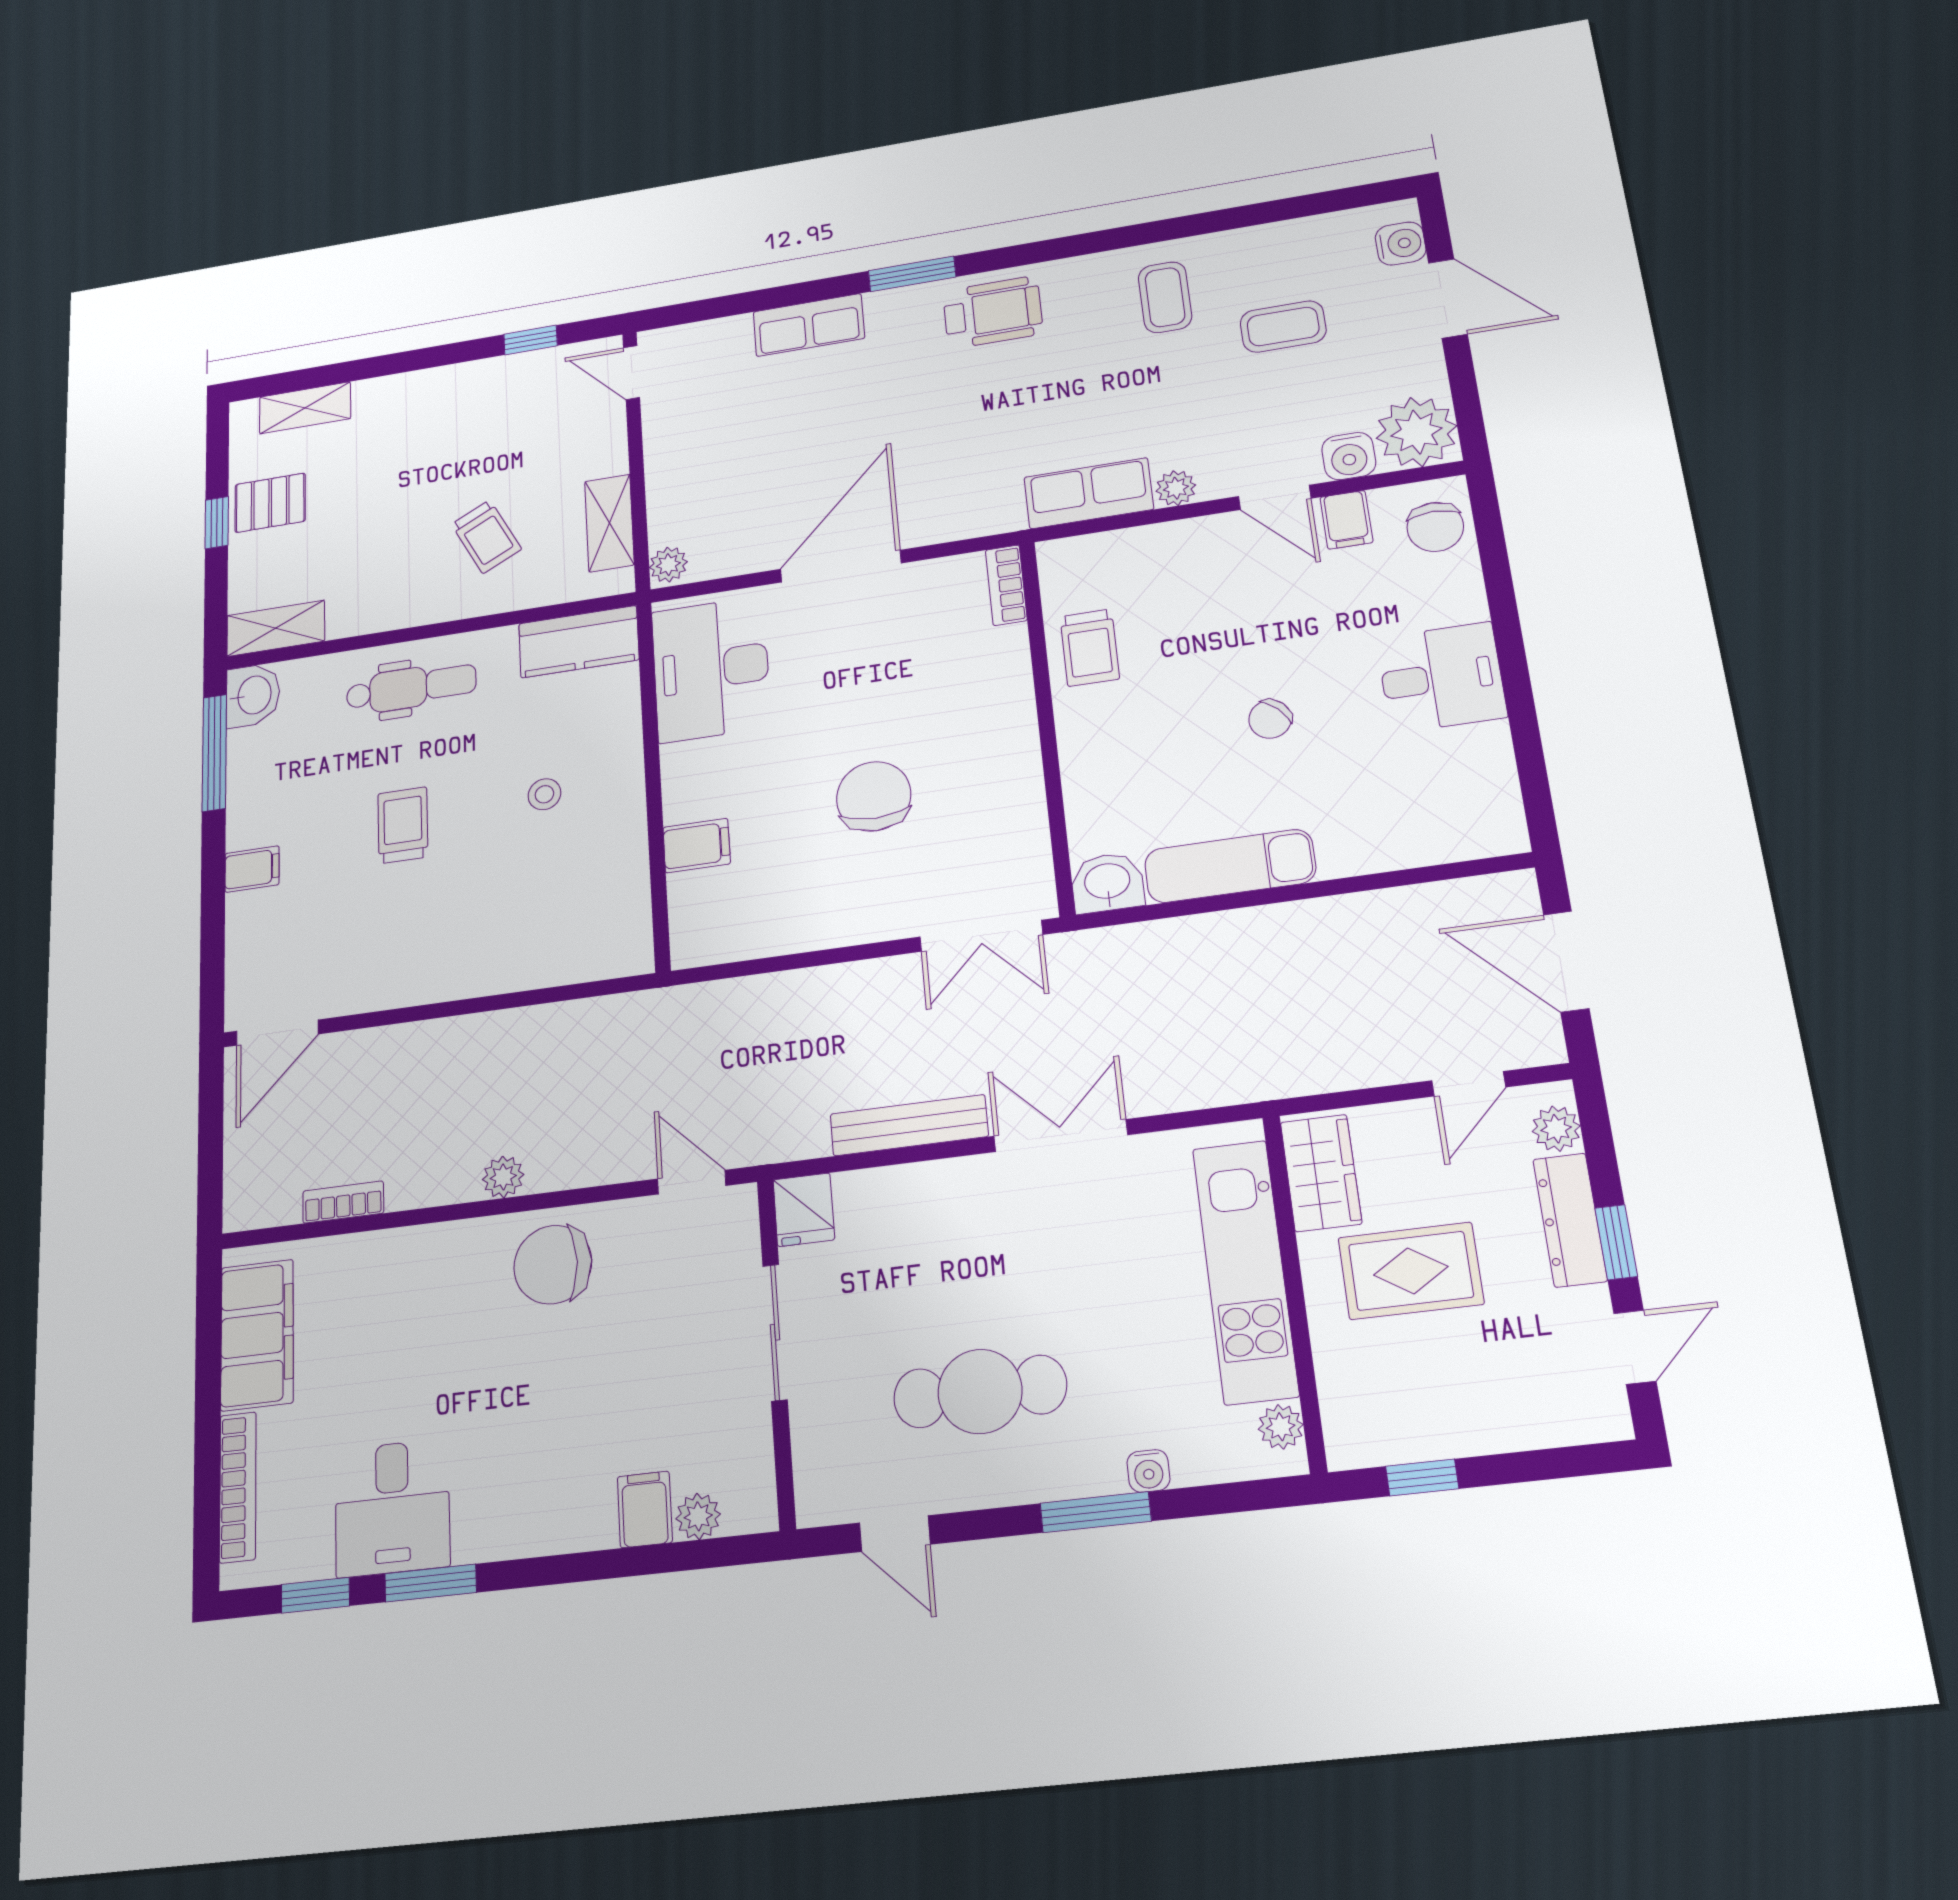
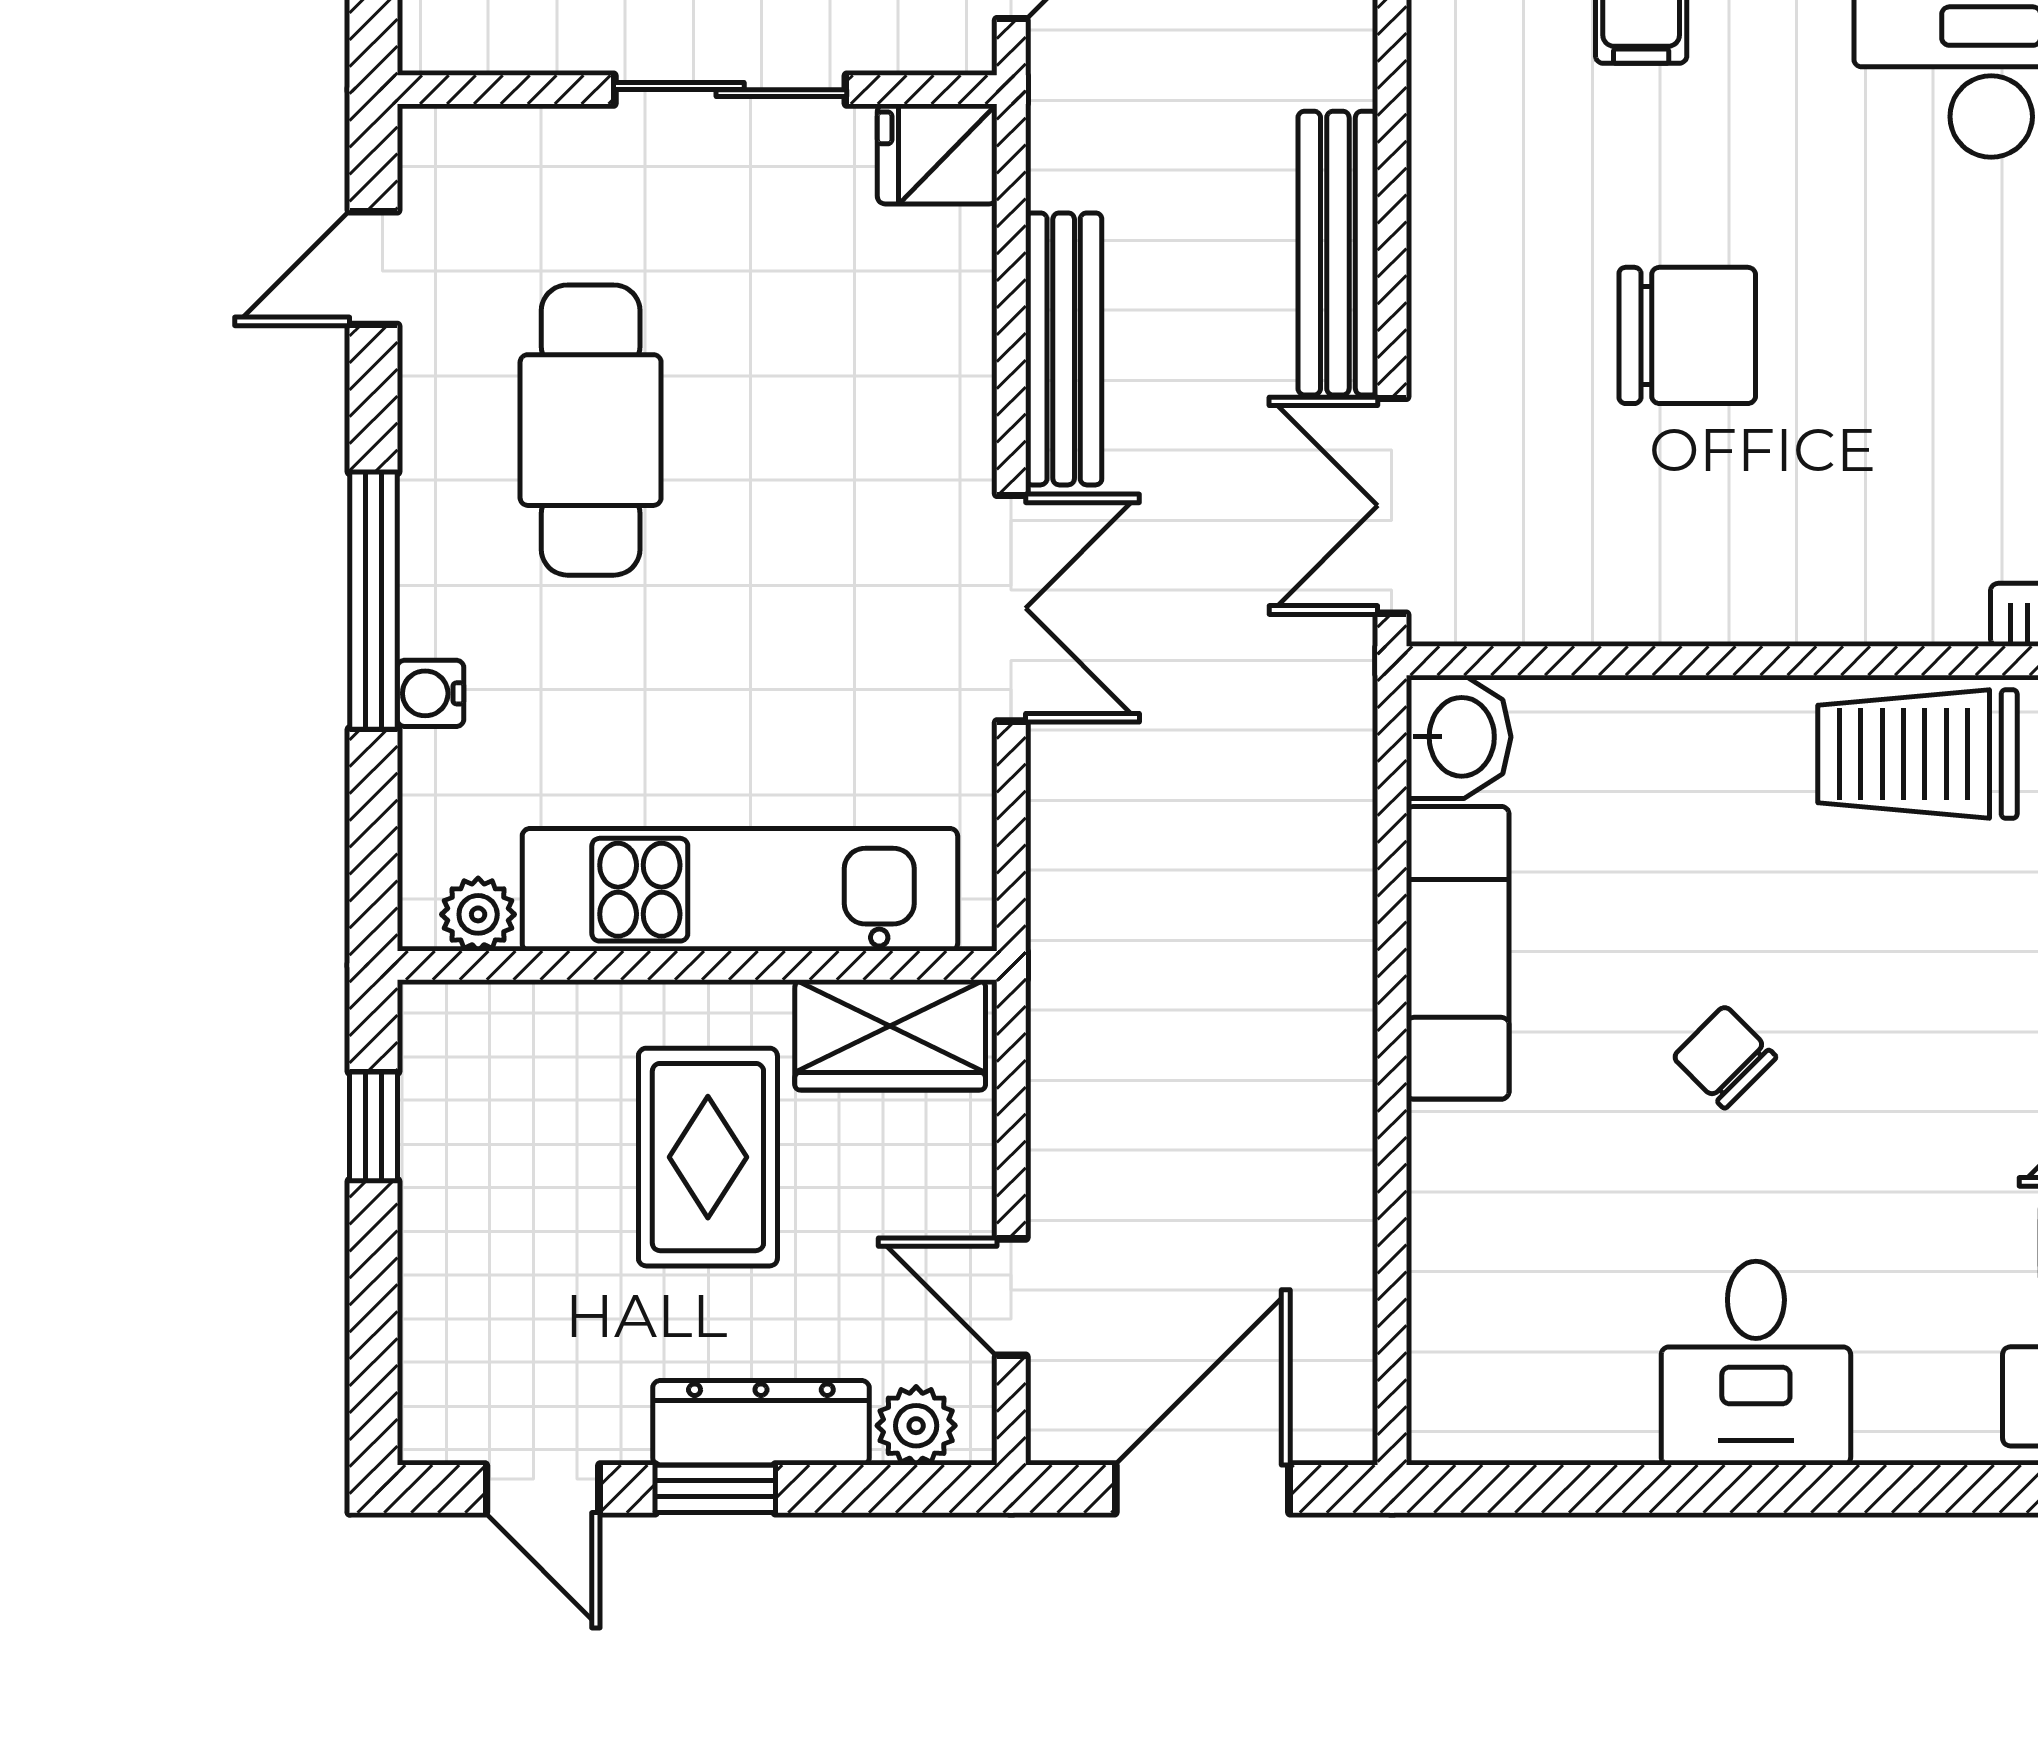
trolley: (1090, 648) -> (1918, 754), width x1.36, depth x1.39
bench: (843, 984) -> (1338, 253), added
window: (1096, 1512) -> (373, 601), width x1.44

